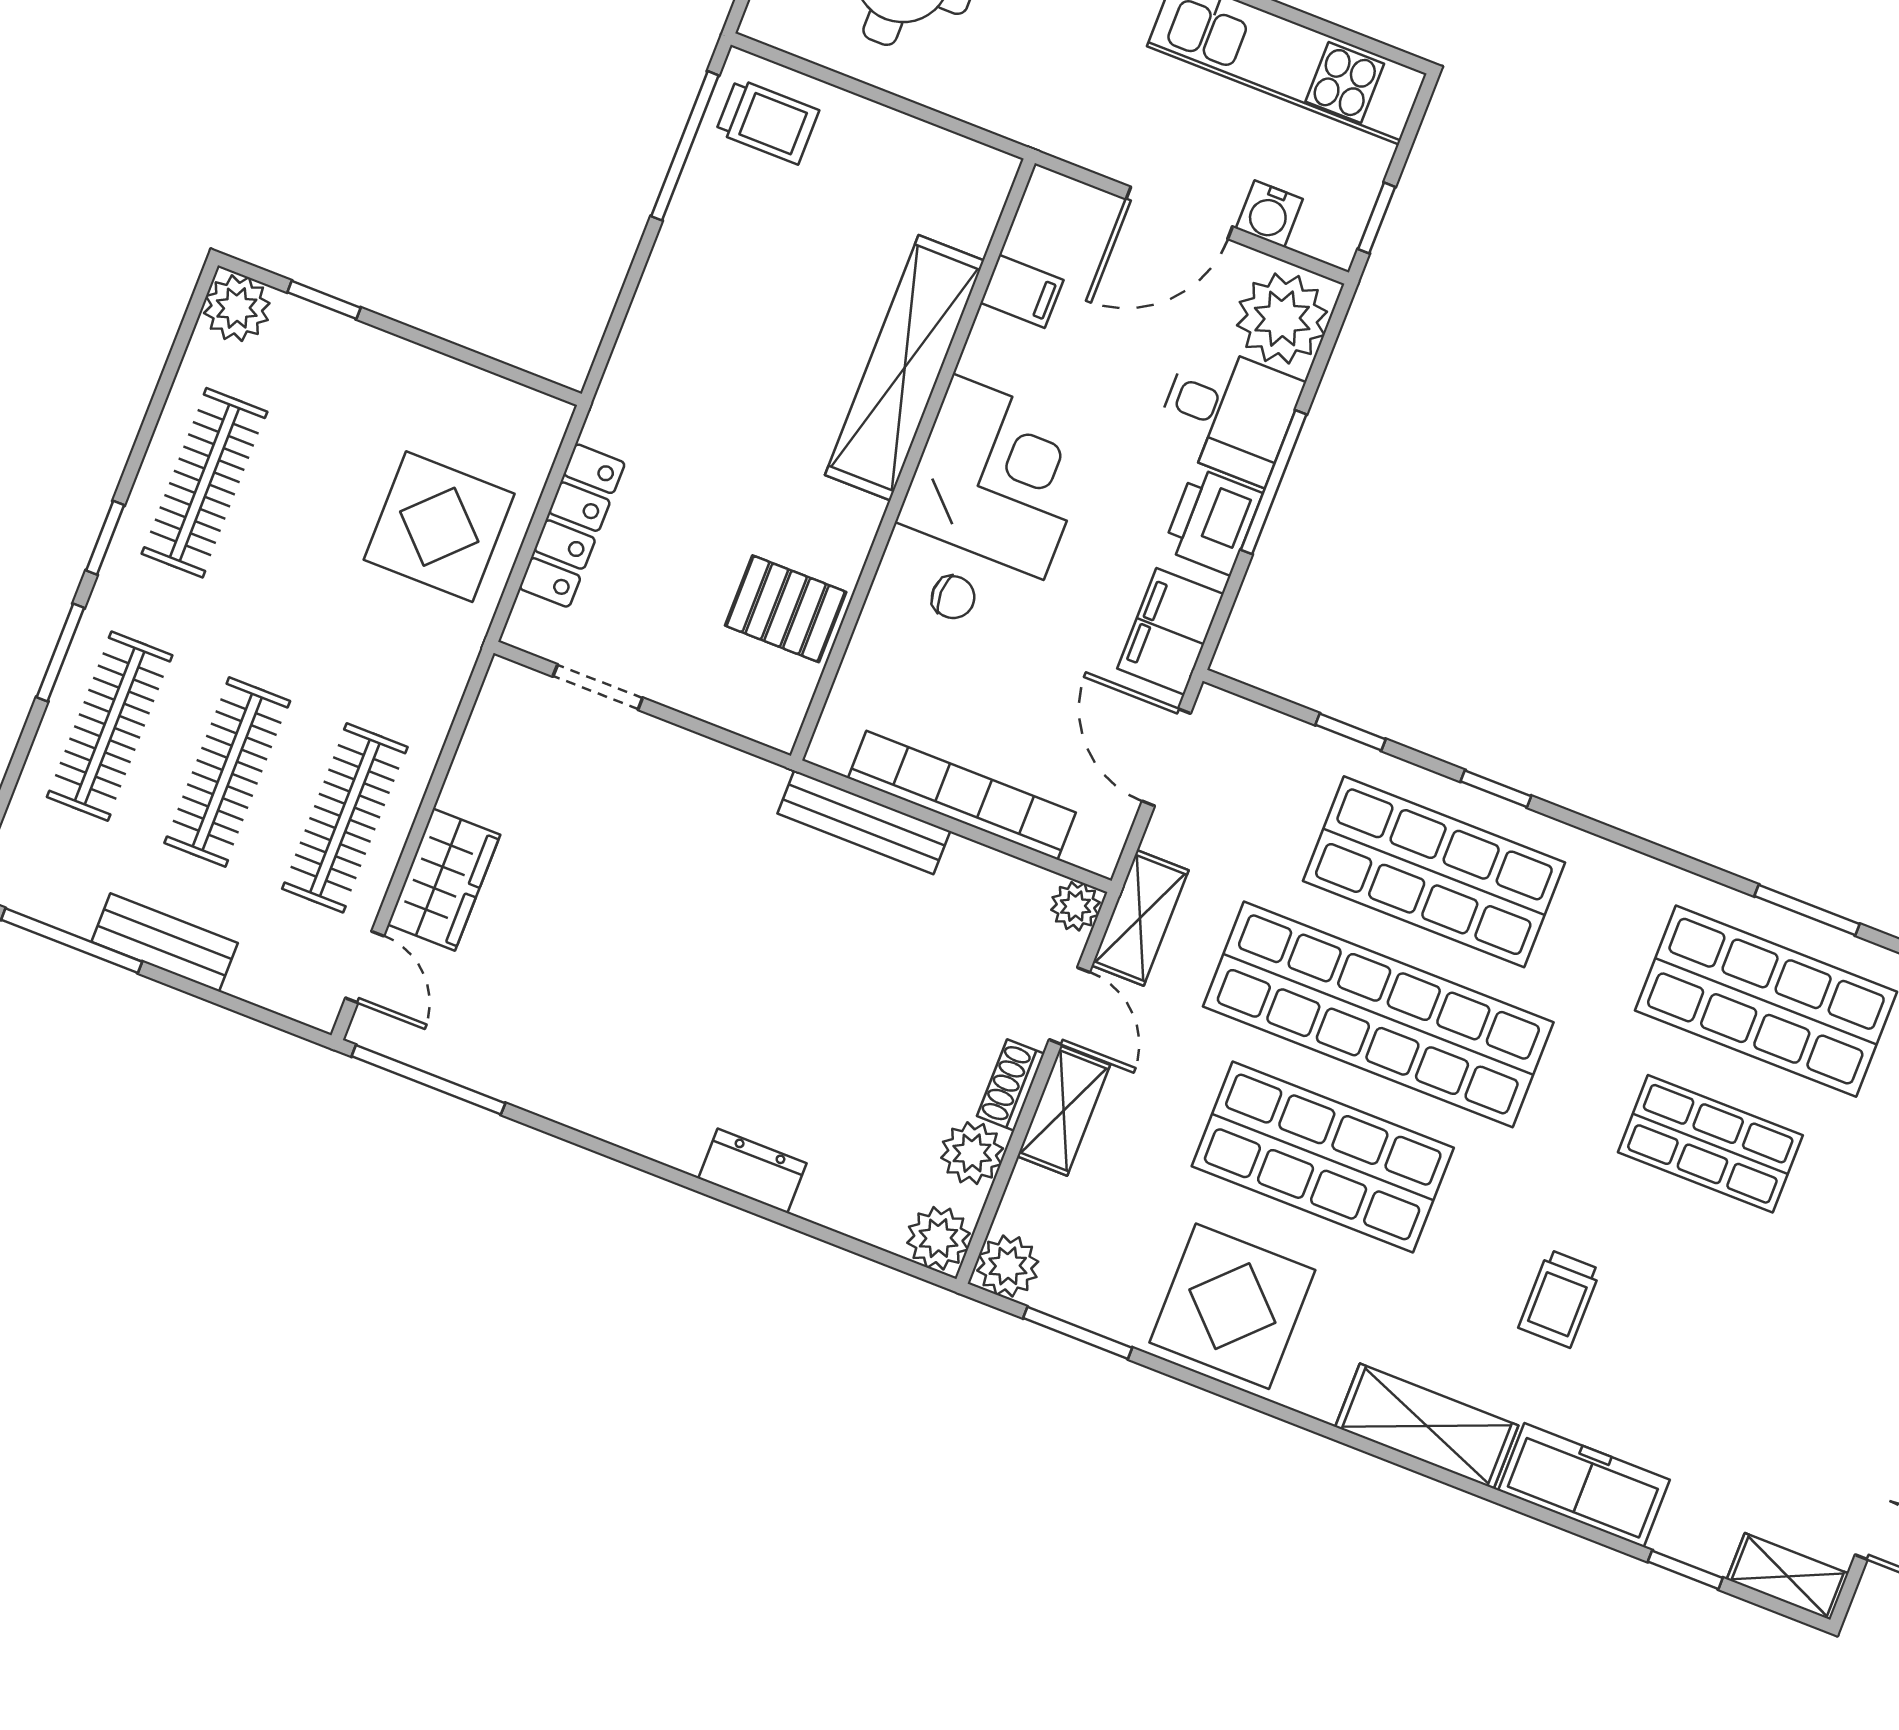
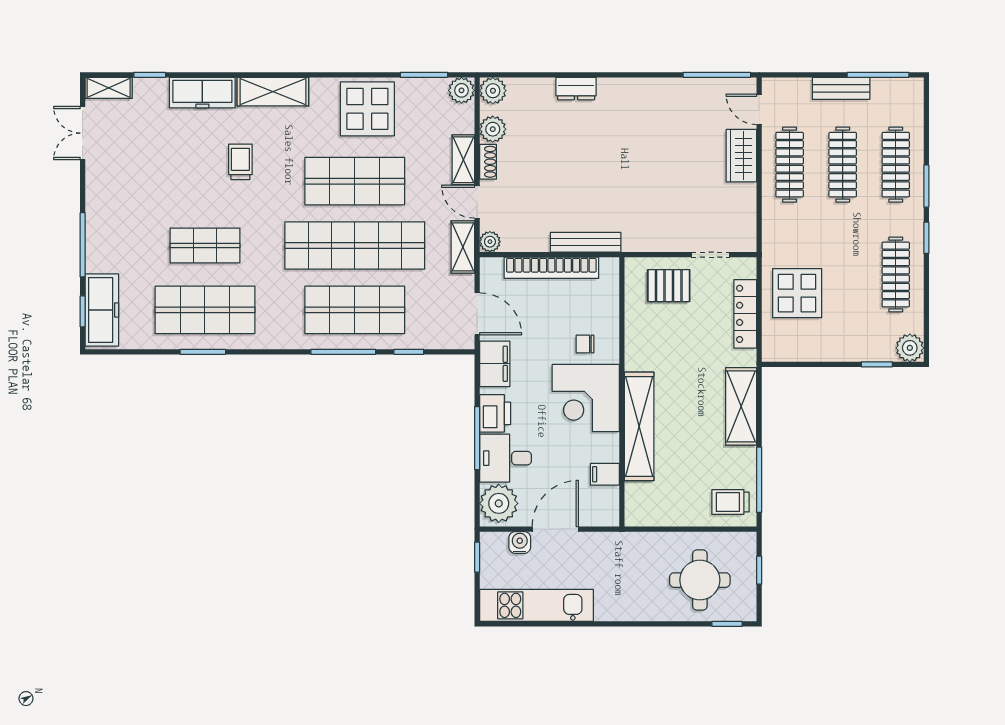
shelving: (661, 324) -> (741, 406), added
pallet: (786, 609) -> (669, 286), moved
window: (1496, 789) -> (343, 352), width x2.17

